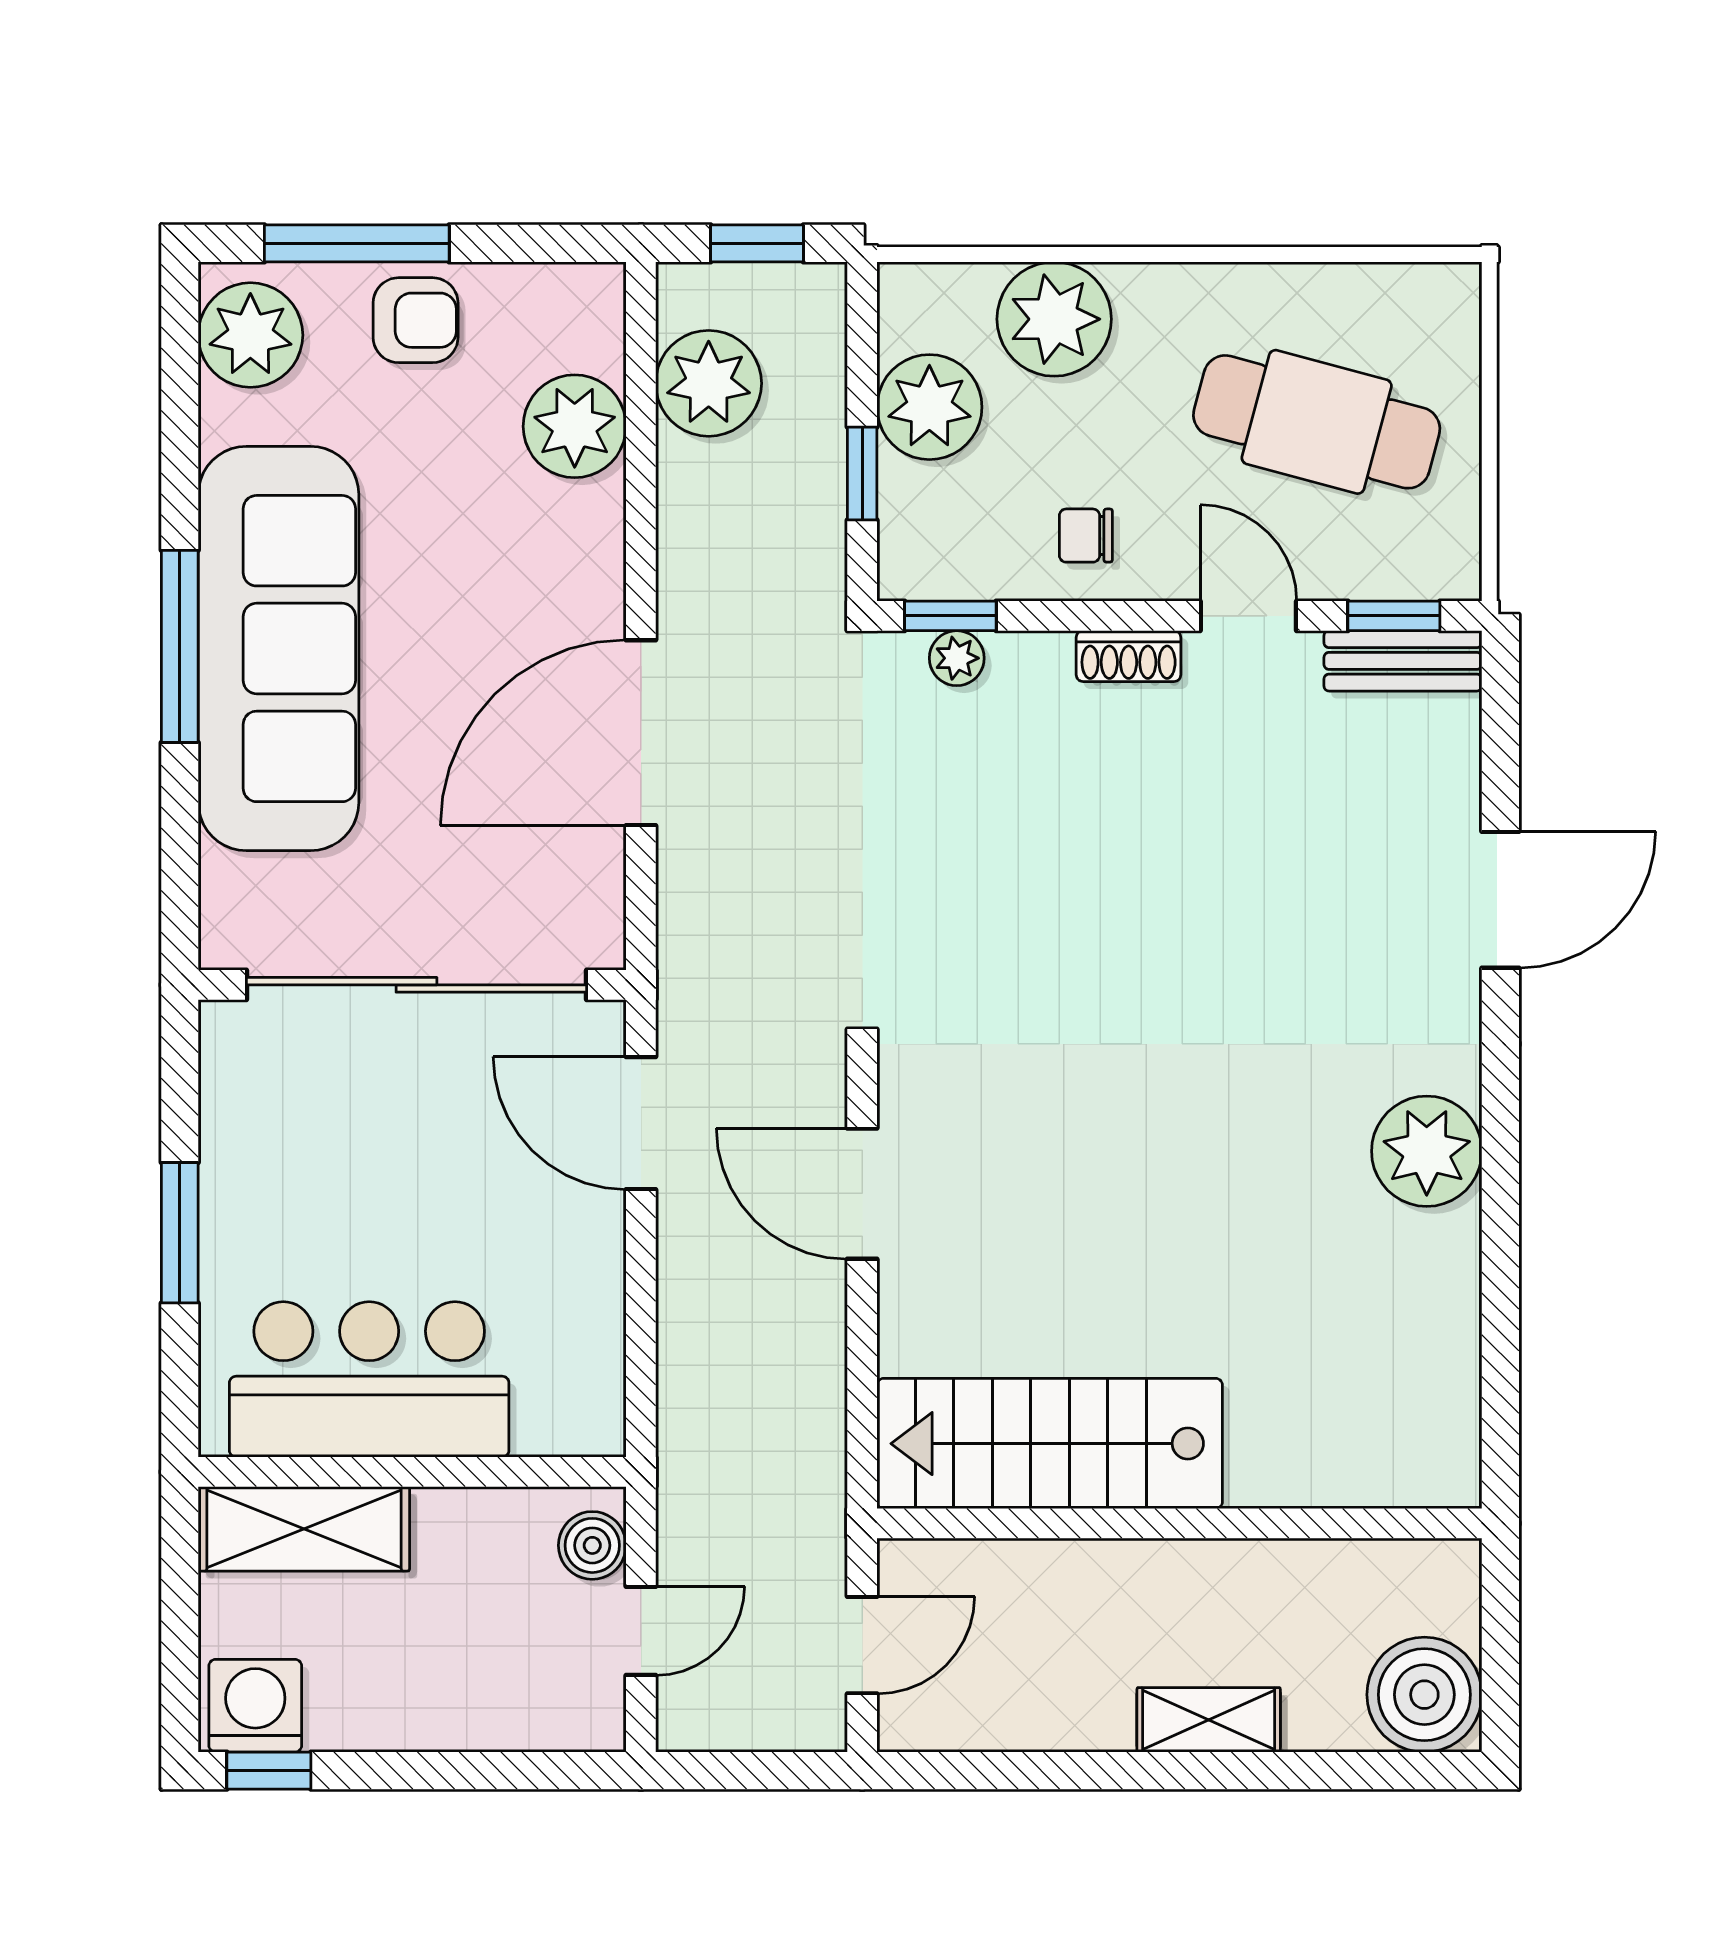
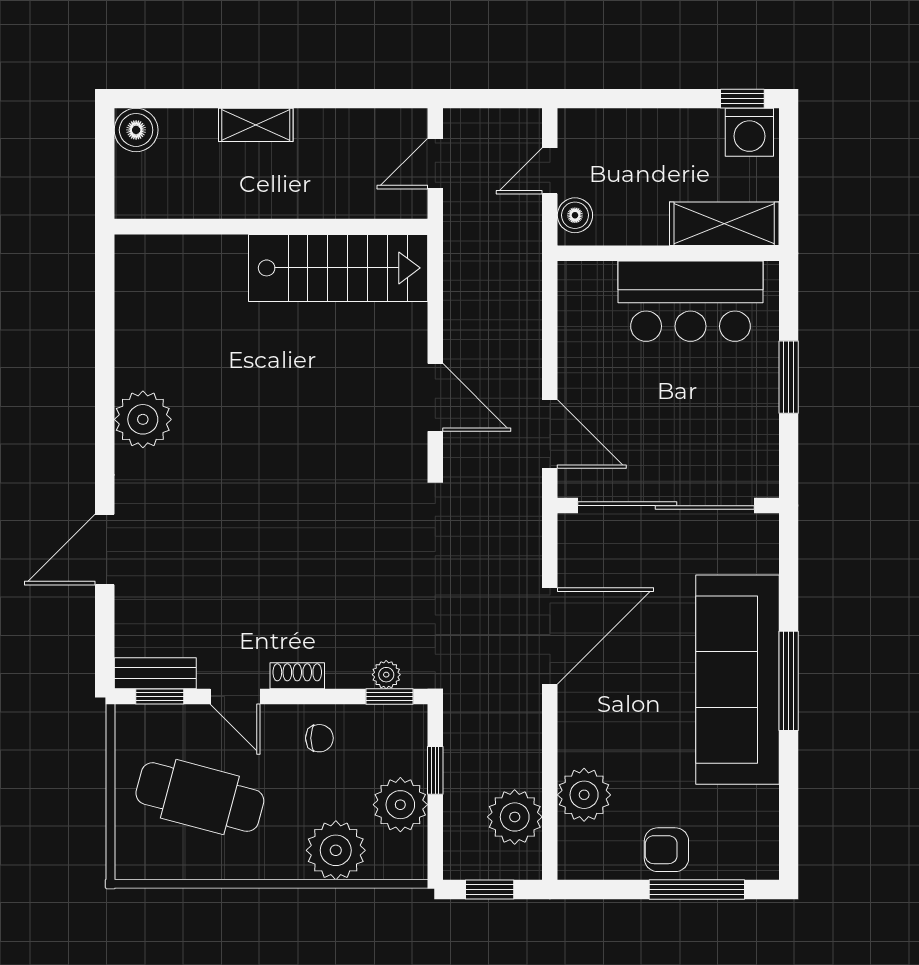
plant: (250, 335) -> (752, 842), removed
boiler: (1424, 1695) -> (136, 130), width x0.73, depth x0.73

